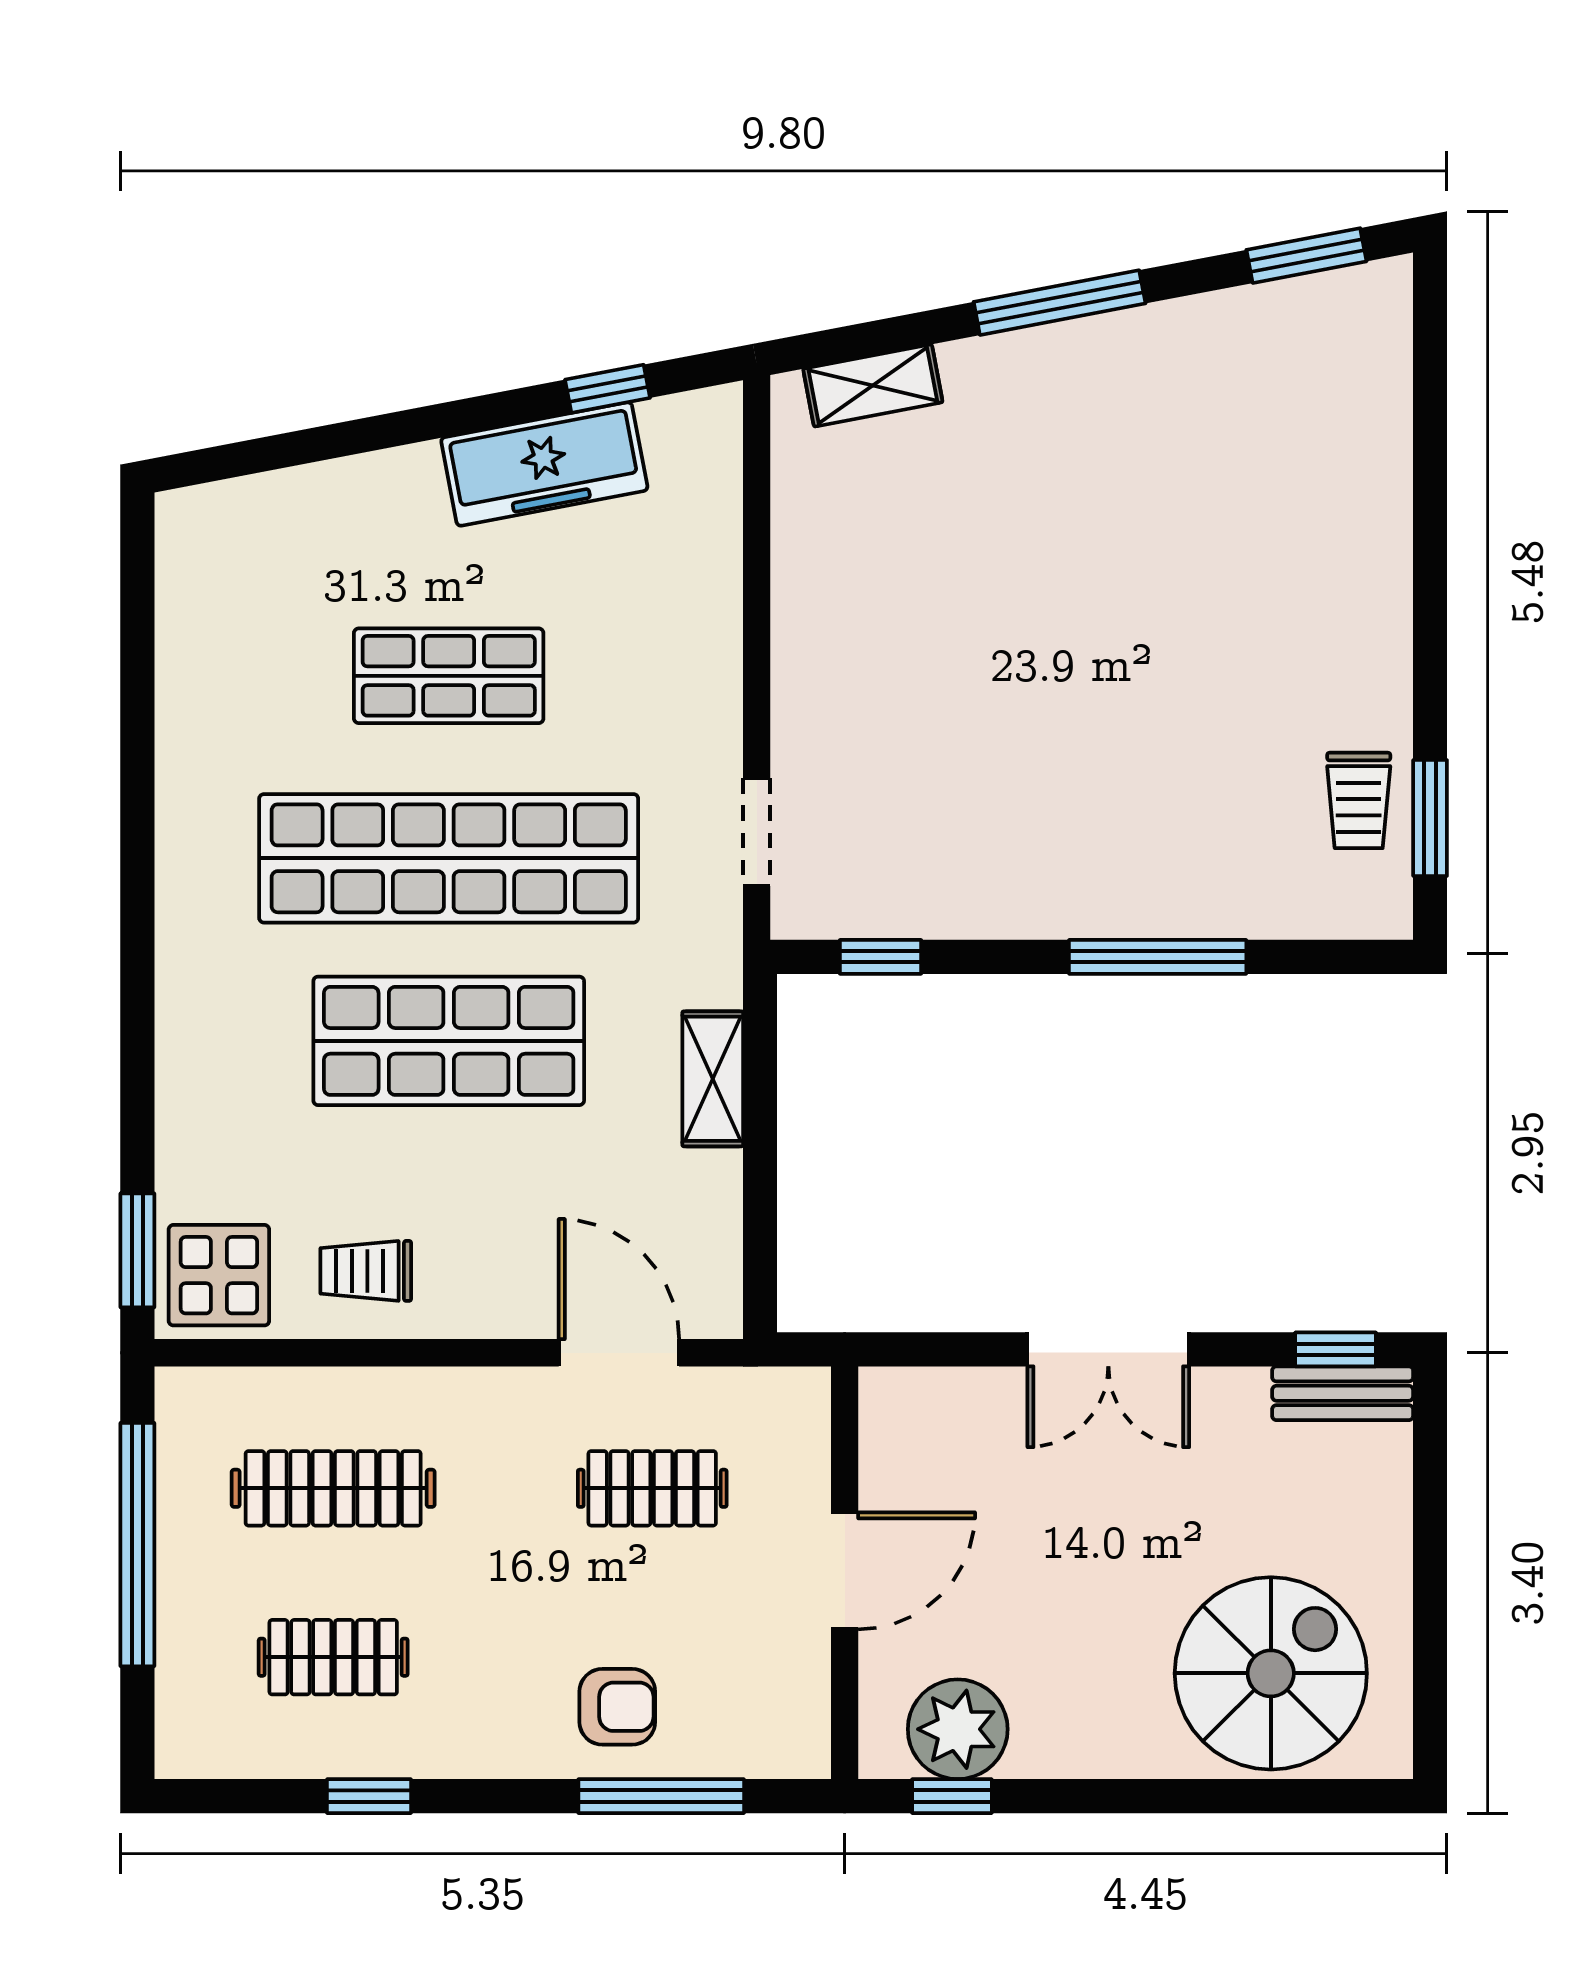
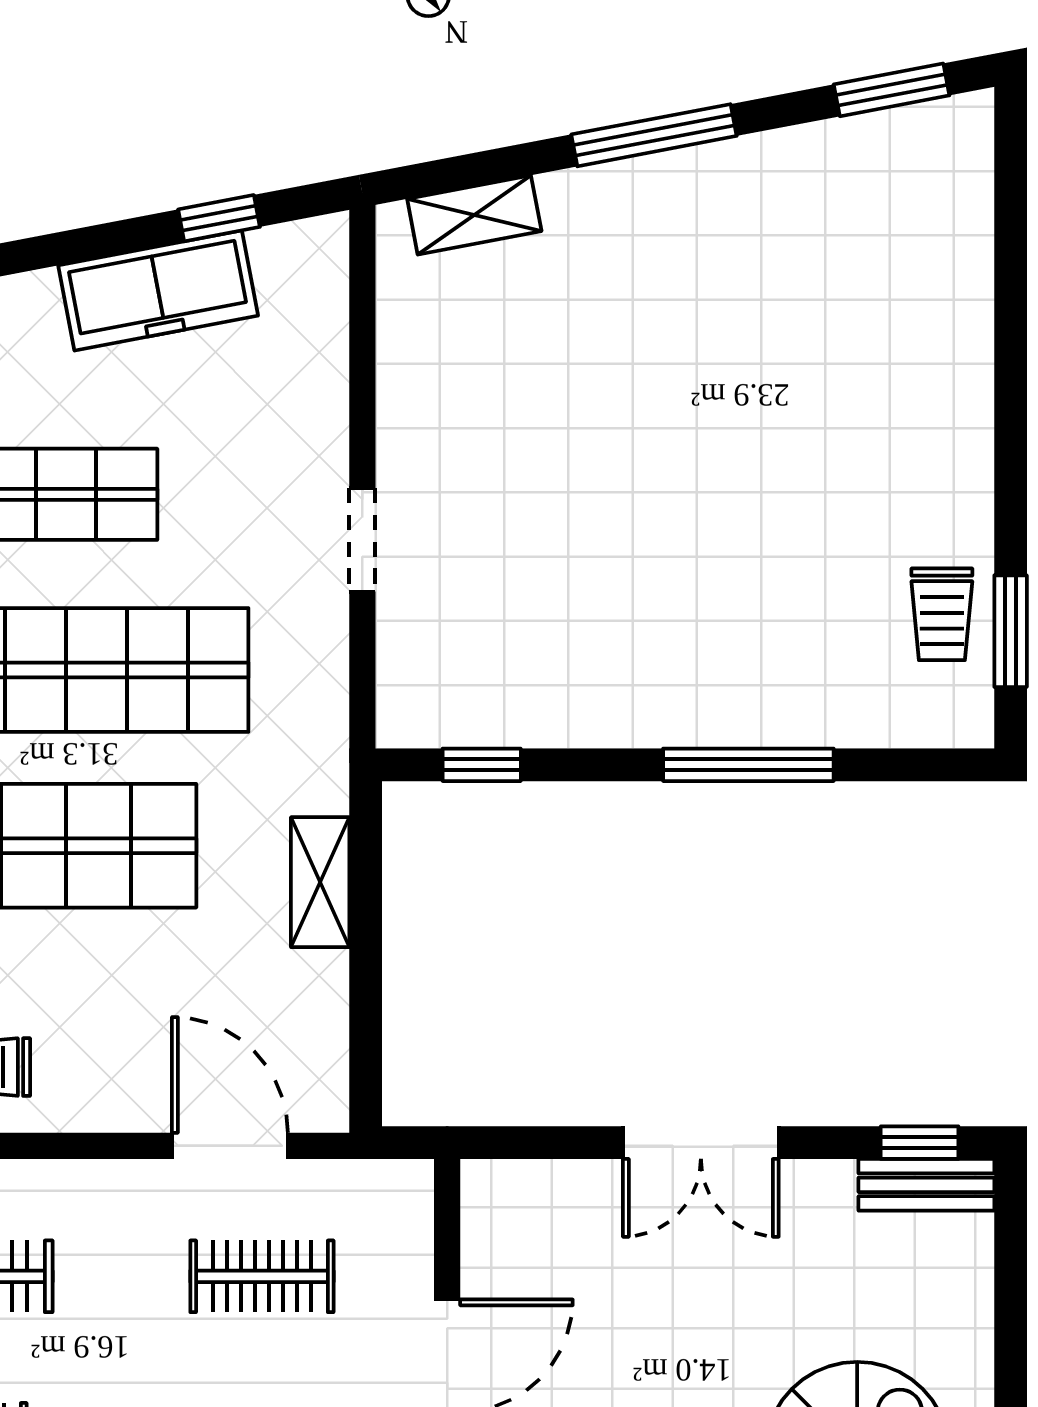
doorway: (757, 832) -> (362, 540), moved

